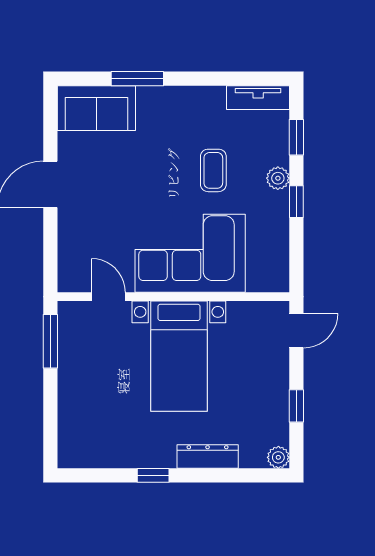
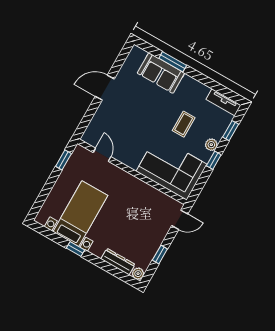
sofa: (96, 108) -> (161, 73), moved
corner sofa: (190, 253) -> (172, 168), moved
window: (50, 341) -> (63, 160), width x0.67
bed with nightstands: (179, 356) -> (80, 214), moved, turned 180
dresser: (208, 457) -> (118, 262), moved

